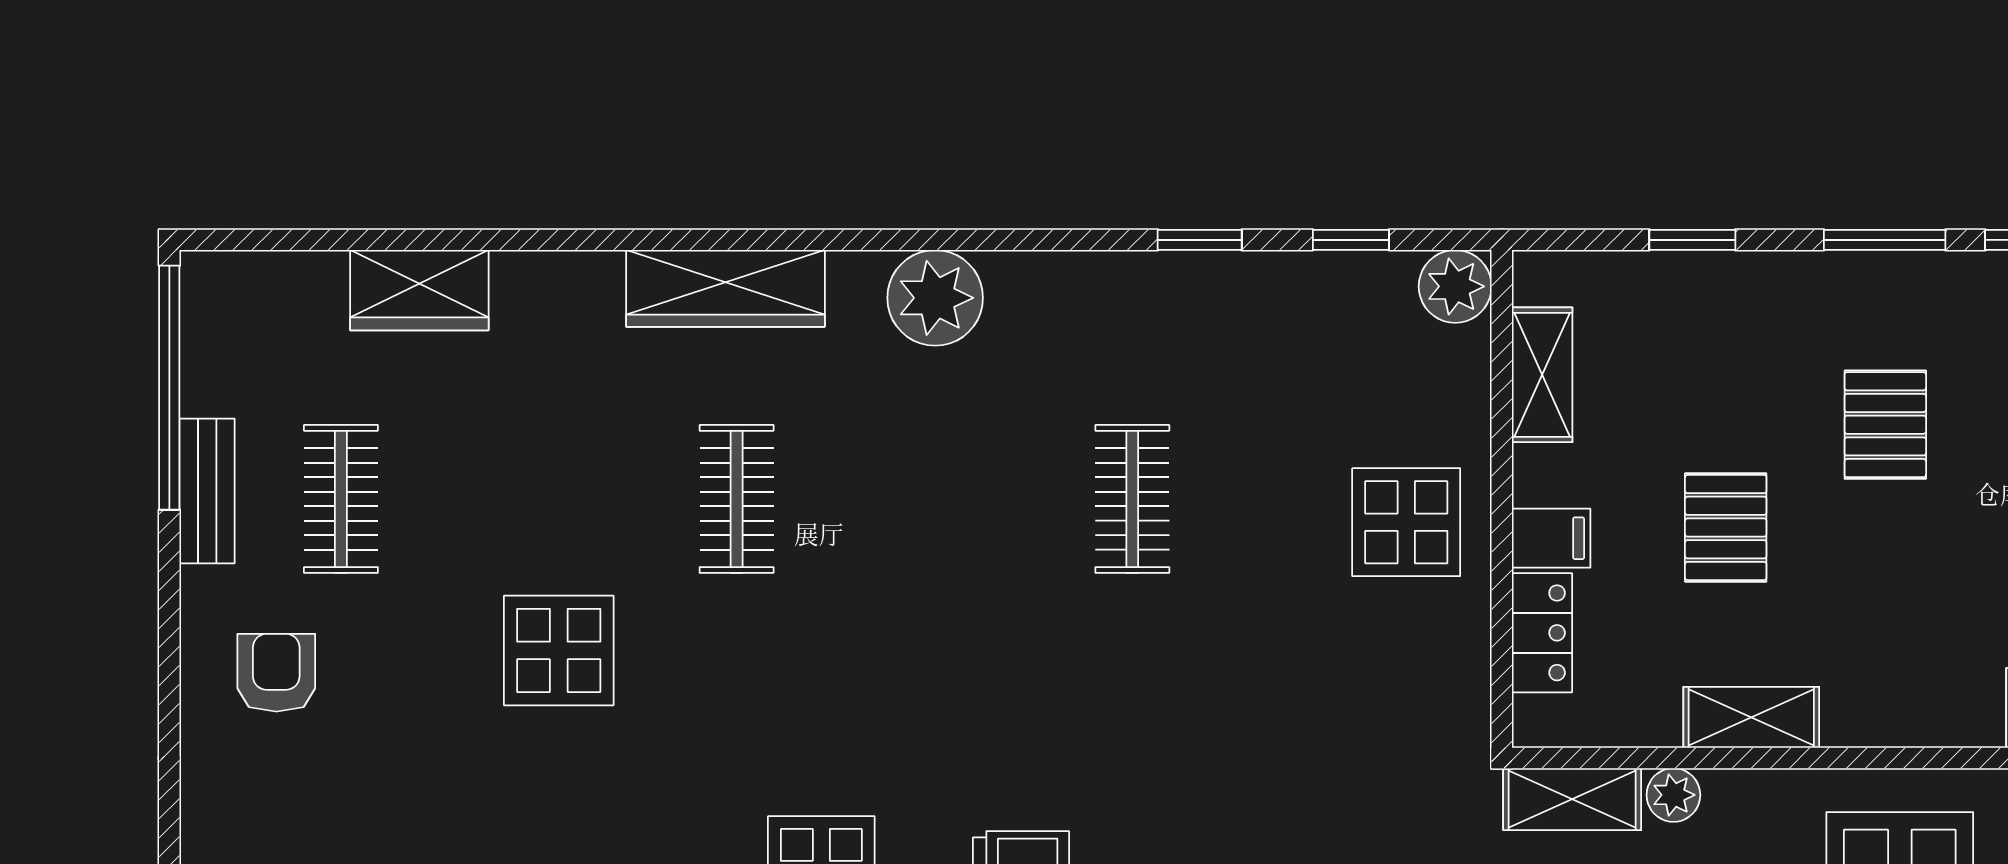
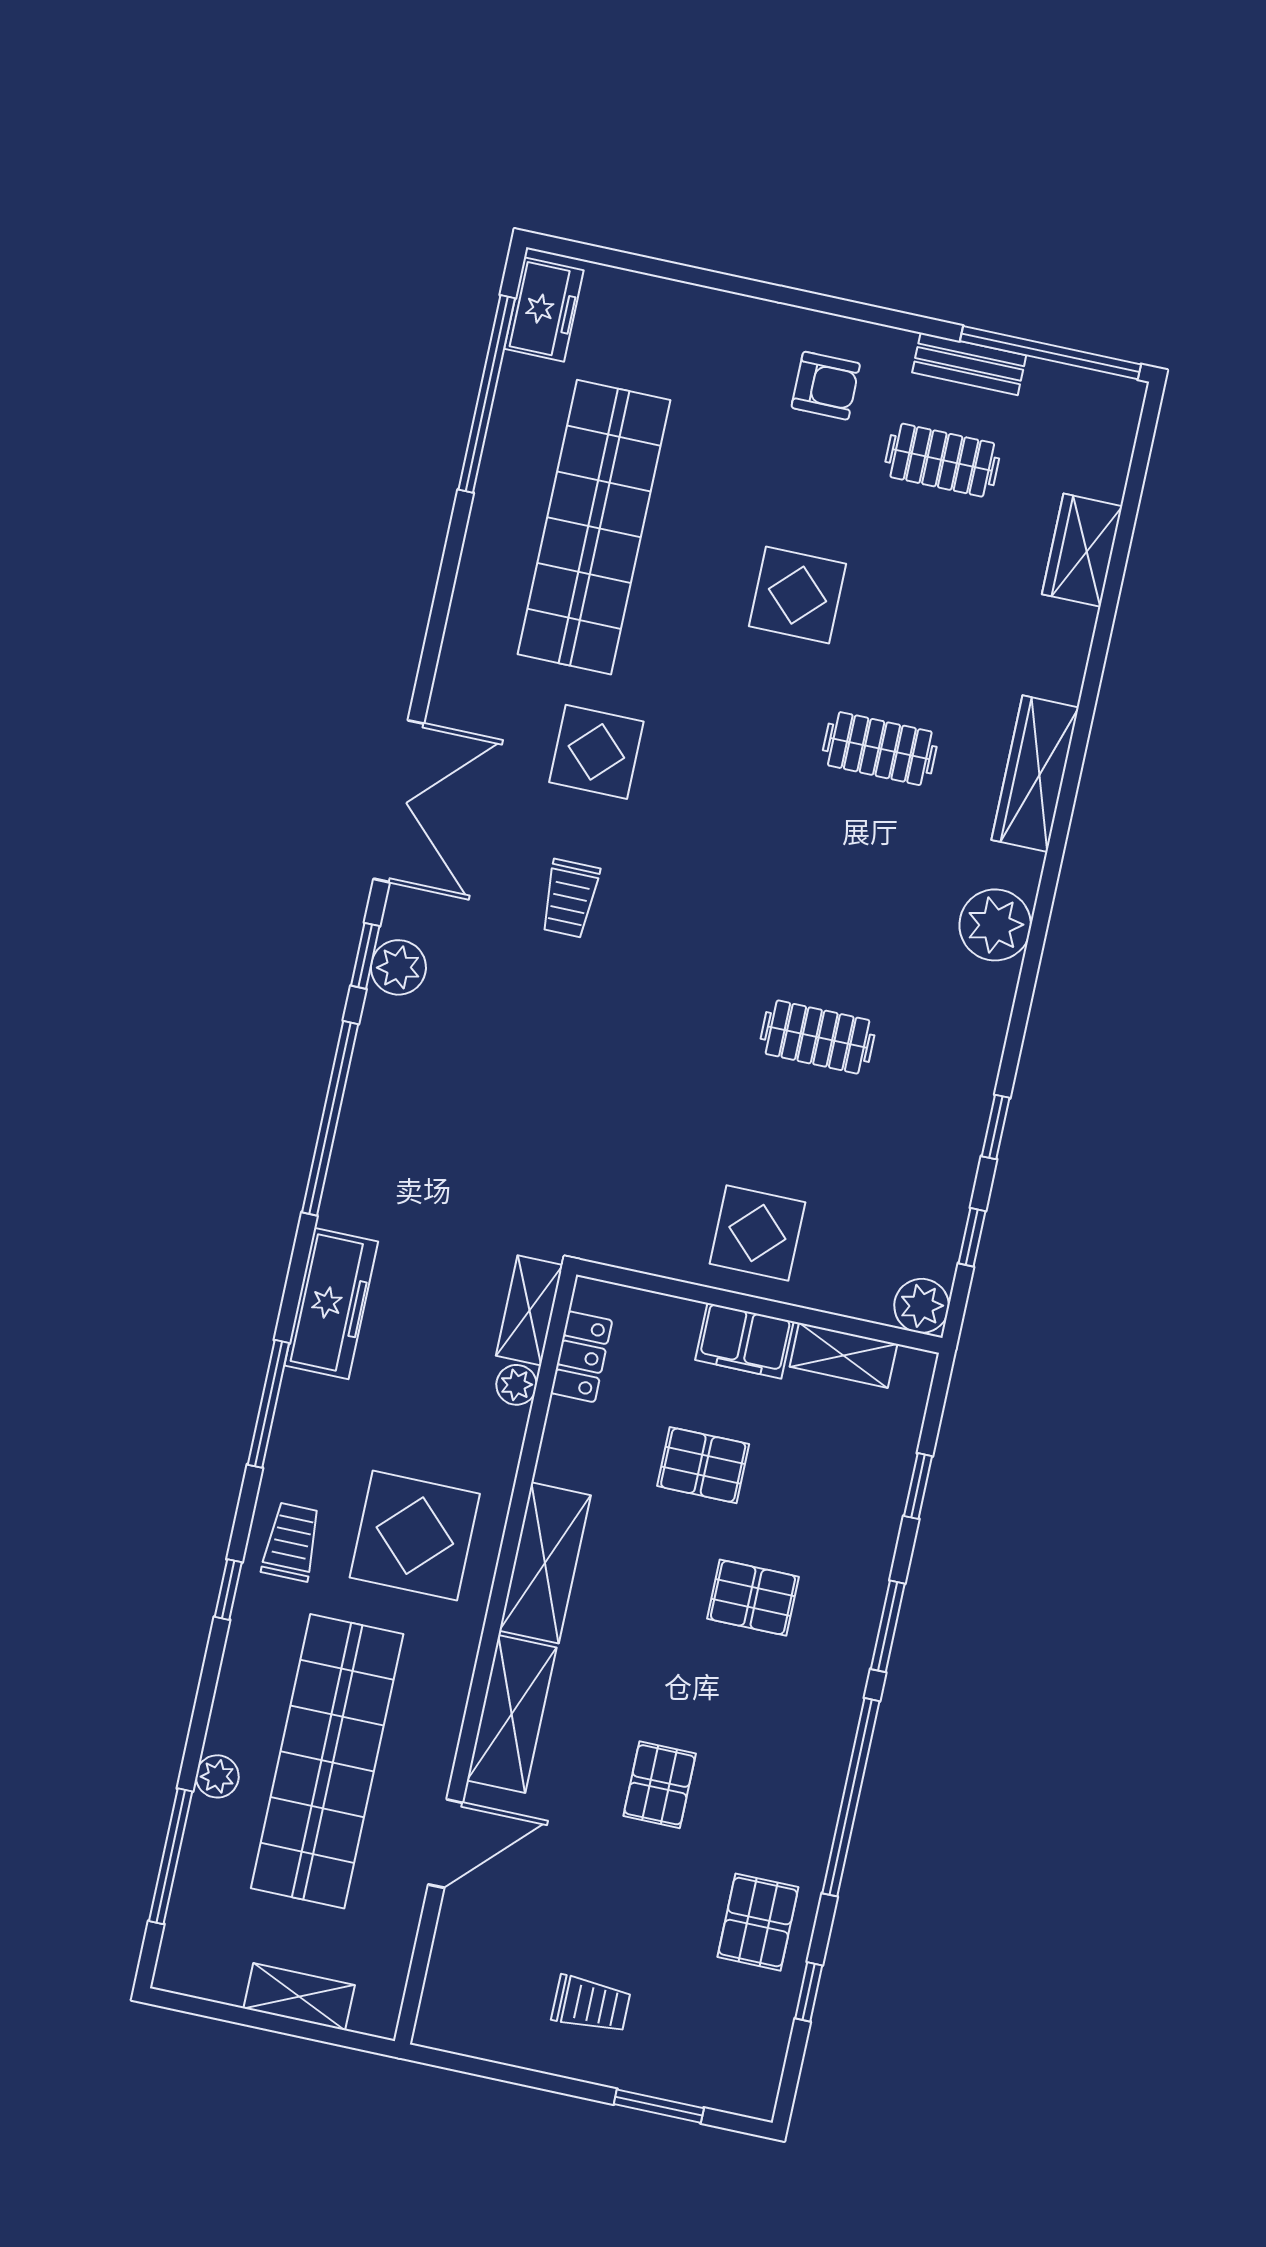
filing cabinet: (1551, 538) -> (744, 1341), width x2.00
locker: (1542, 633) -> (581, 1357), moved, turned -90
shelving: (1751, 717) -> (545, 1563), moved, width x1.50, depth x1.33

